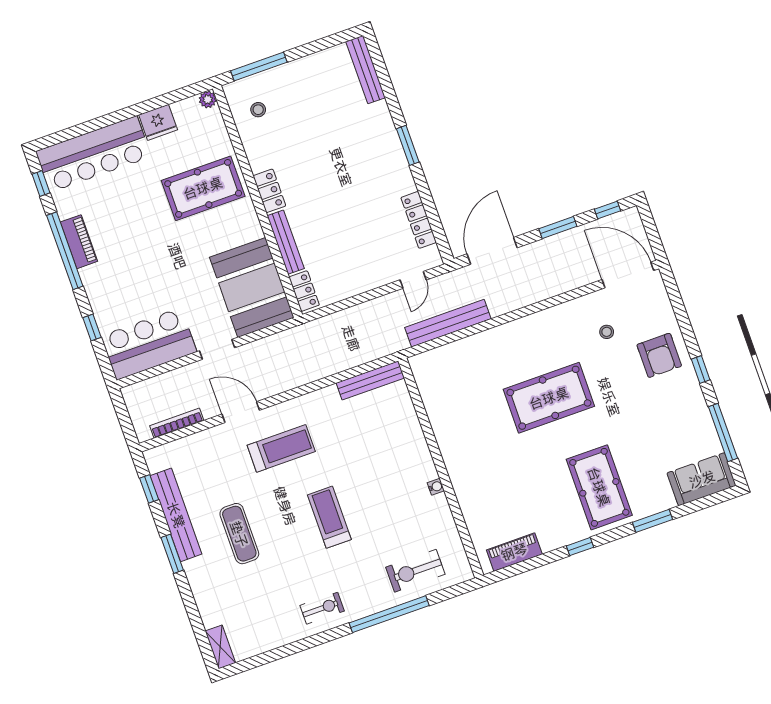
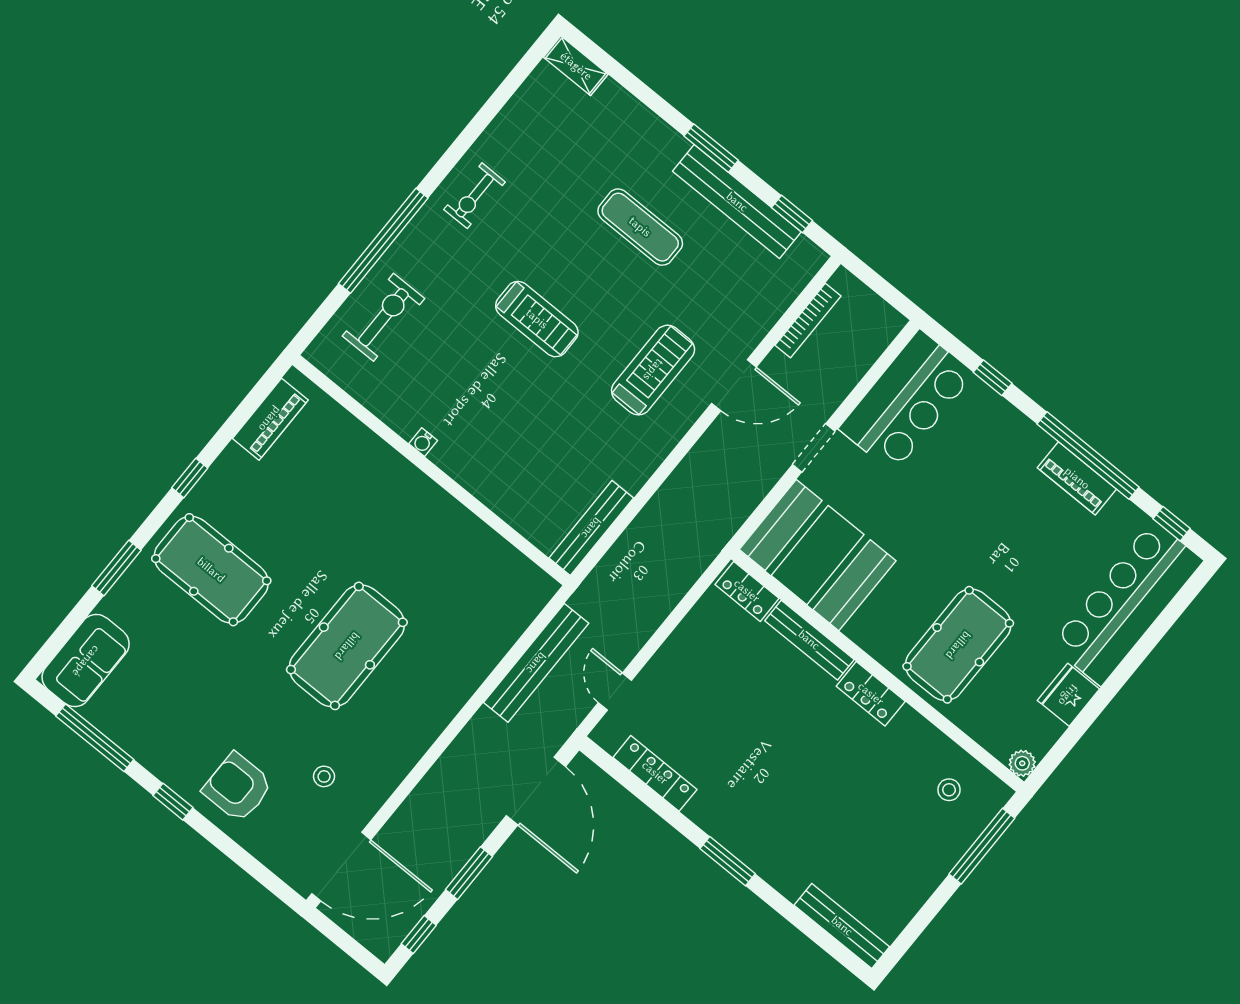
treadmill: (281, 448) -> (653, 370), turned 180

